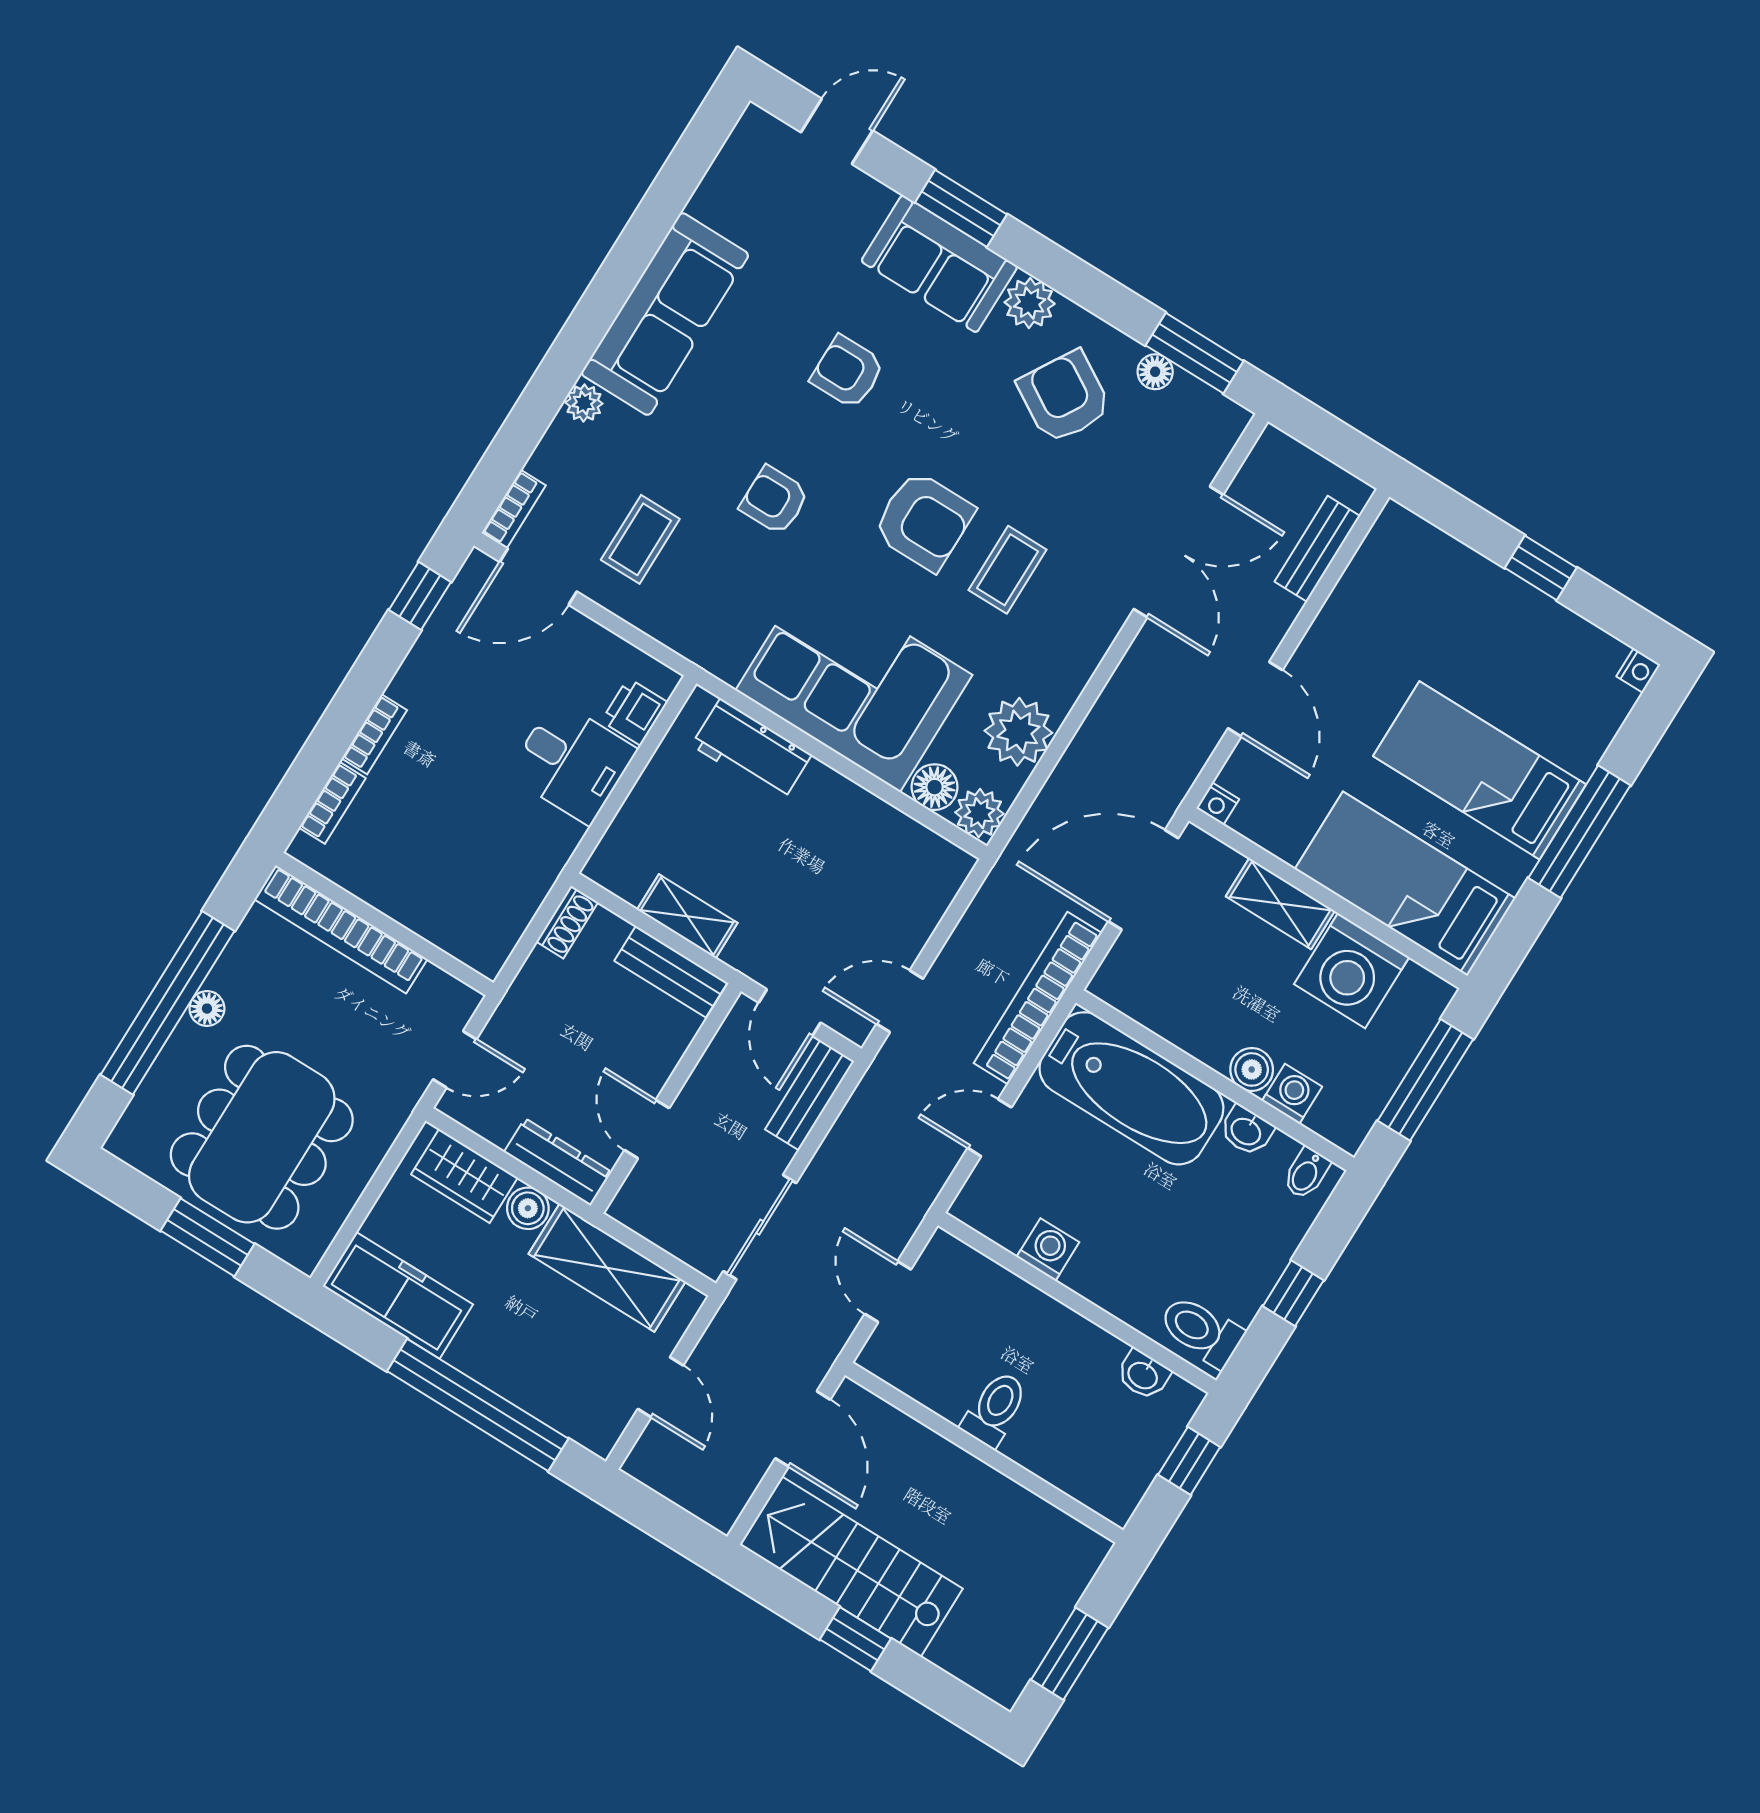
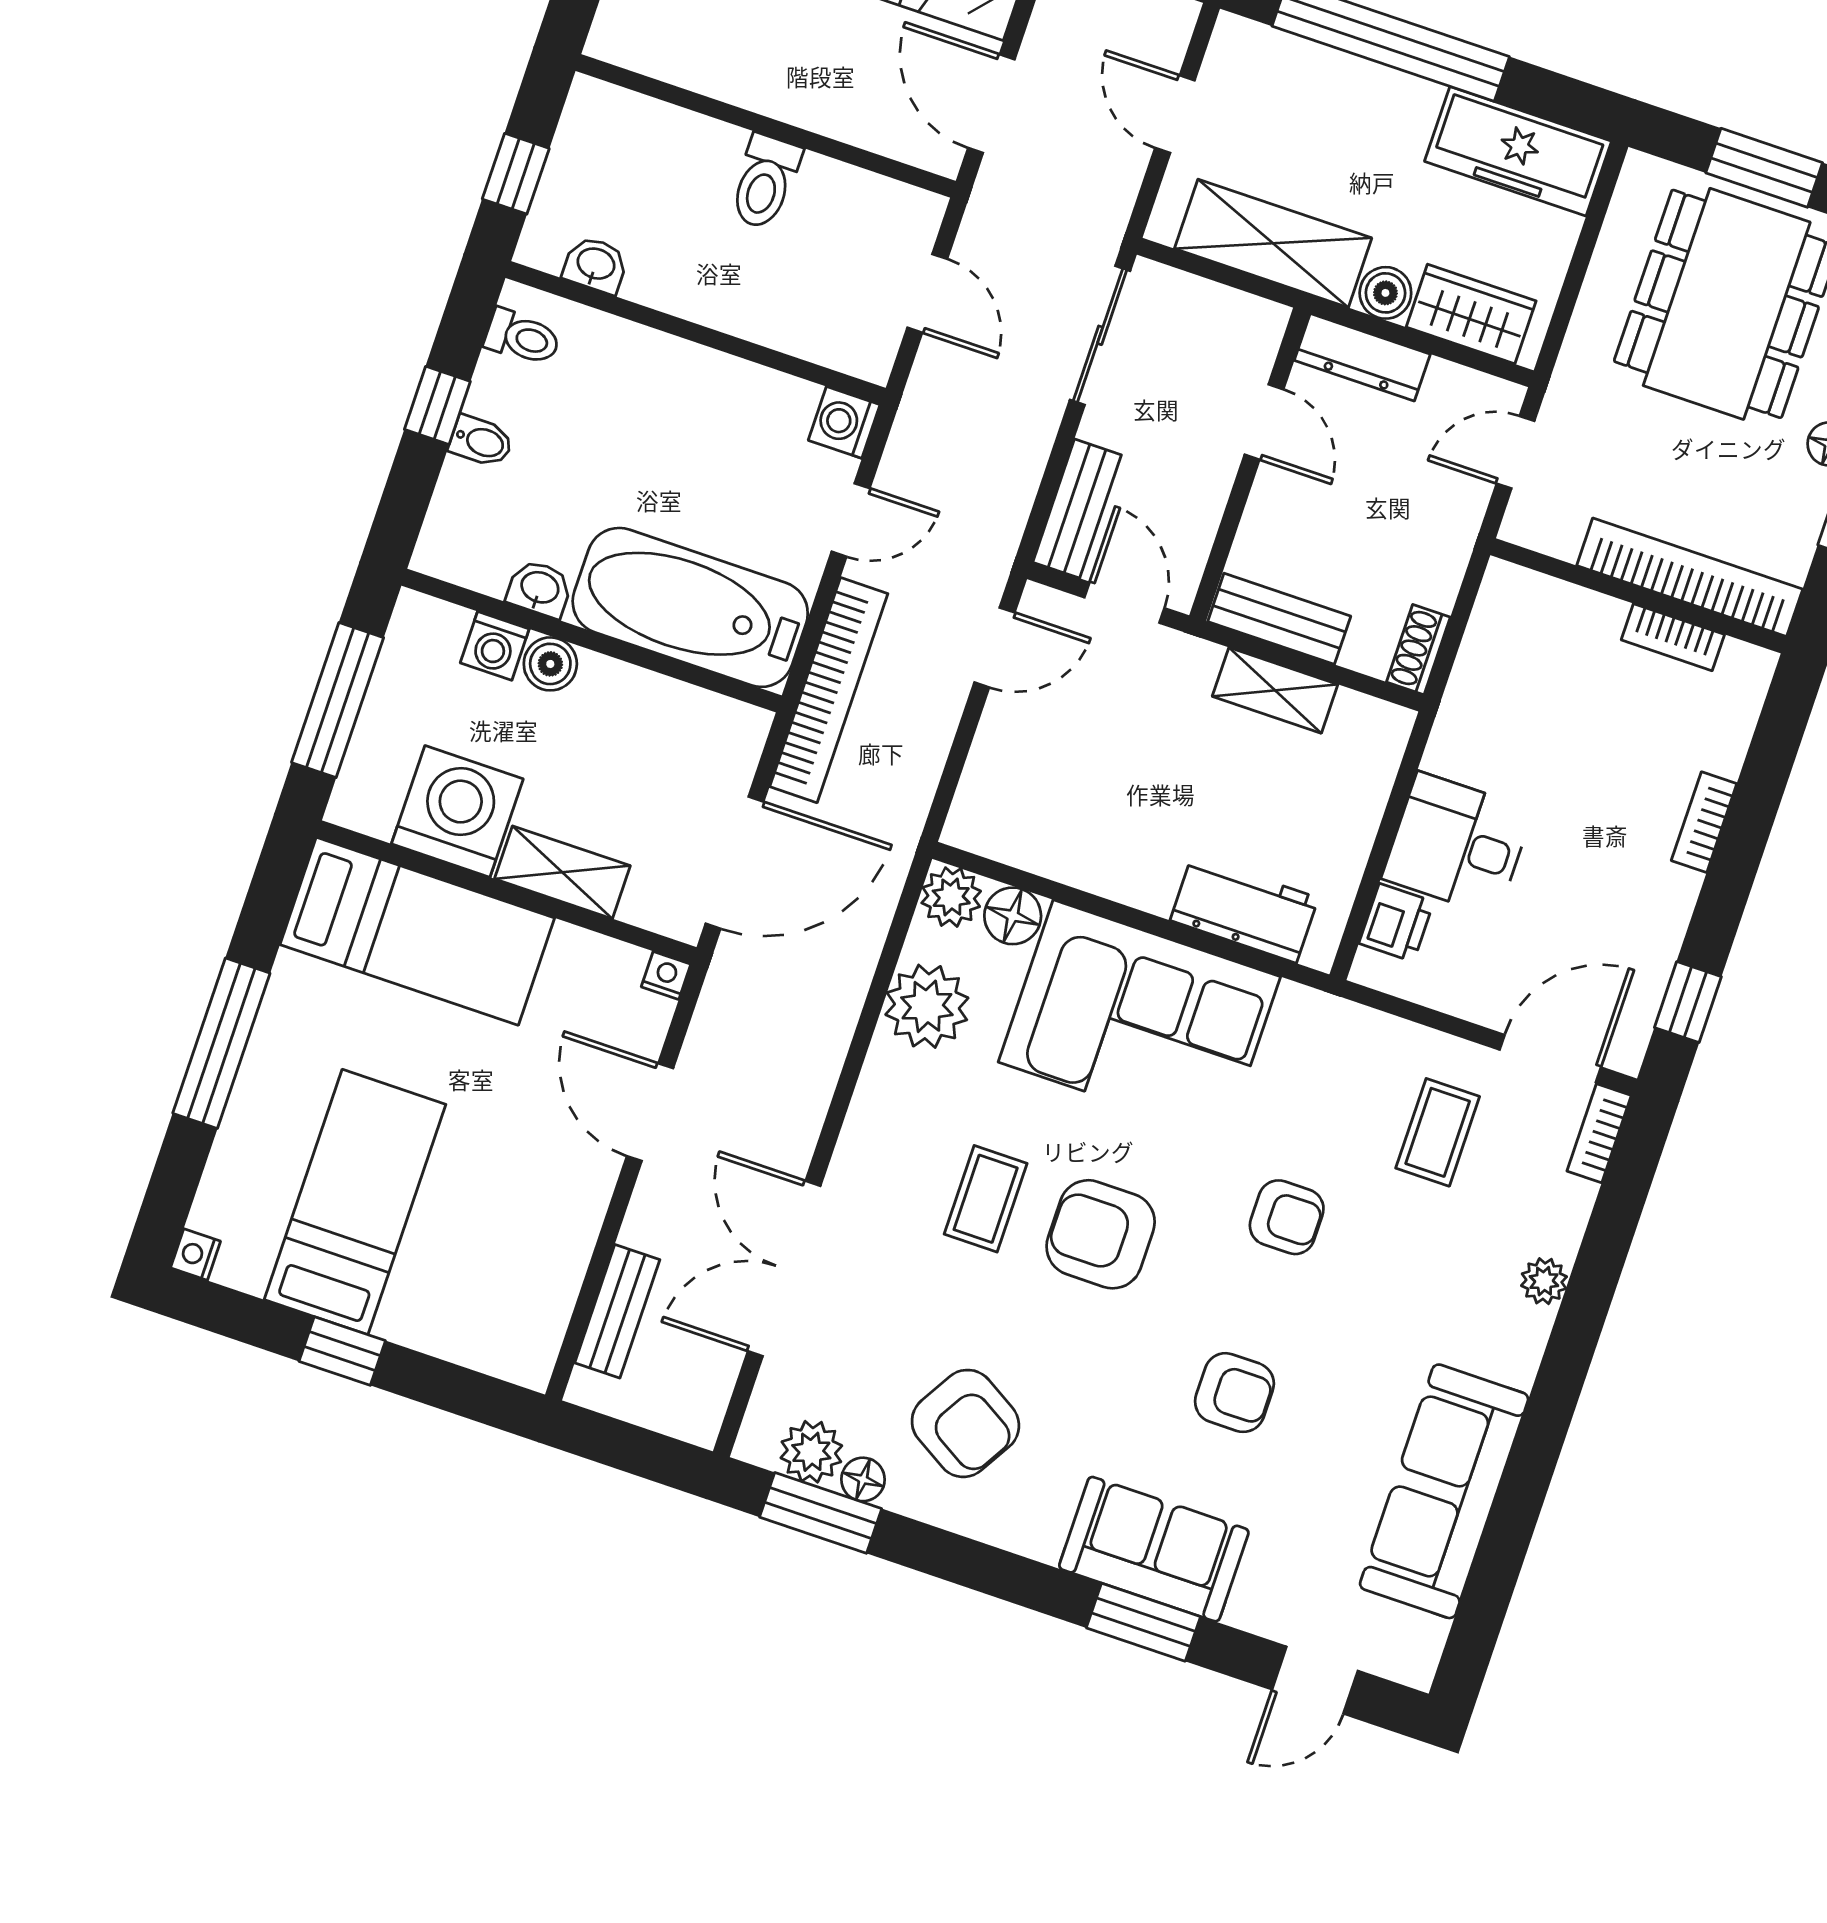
plant: (1030, 303) -> (811, 1452), moved
sofa: (665, 314) -> (1444, 1491), moved
bed: (1480, 770) -> (355, 1202), moved, turned -90
bookcase: (332, 803) -> (1673, 637), moved, turned -90
bidet: (1306, 1173) -> (481, 441), moved, turned 90
washing machine: (1048, 1250) -> (844, 422), moved, turned 90
toilet: (1201, 1331) -> (522, 337), width x0.73, depth x0.72

